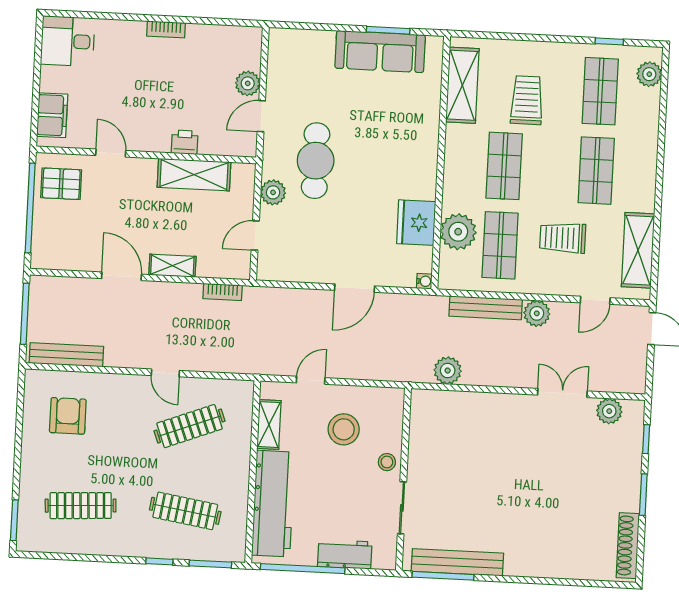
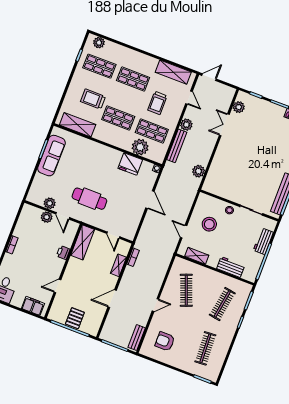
shelving: (194, 175) -> (83, 242), moved
pallet: (61, 184) -> (75, 318), moved
plant: (273, 192) -> (50, 203), moved
shelving: (172, 266) -> (118, 265), moved
bench: (66, 355) -> (137, 338), width x0.73
door: (165, 373) -> (155, 305), moved
workbench: (273, 504) -> (231, 267), width x0.53, depth x0.76

